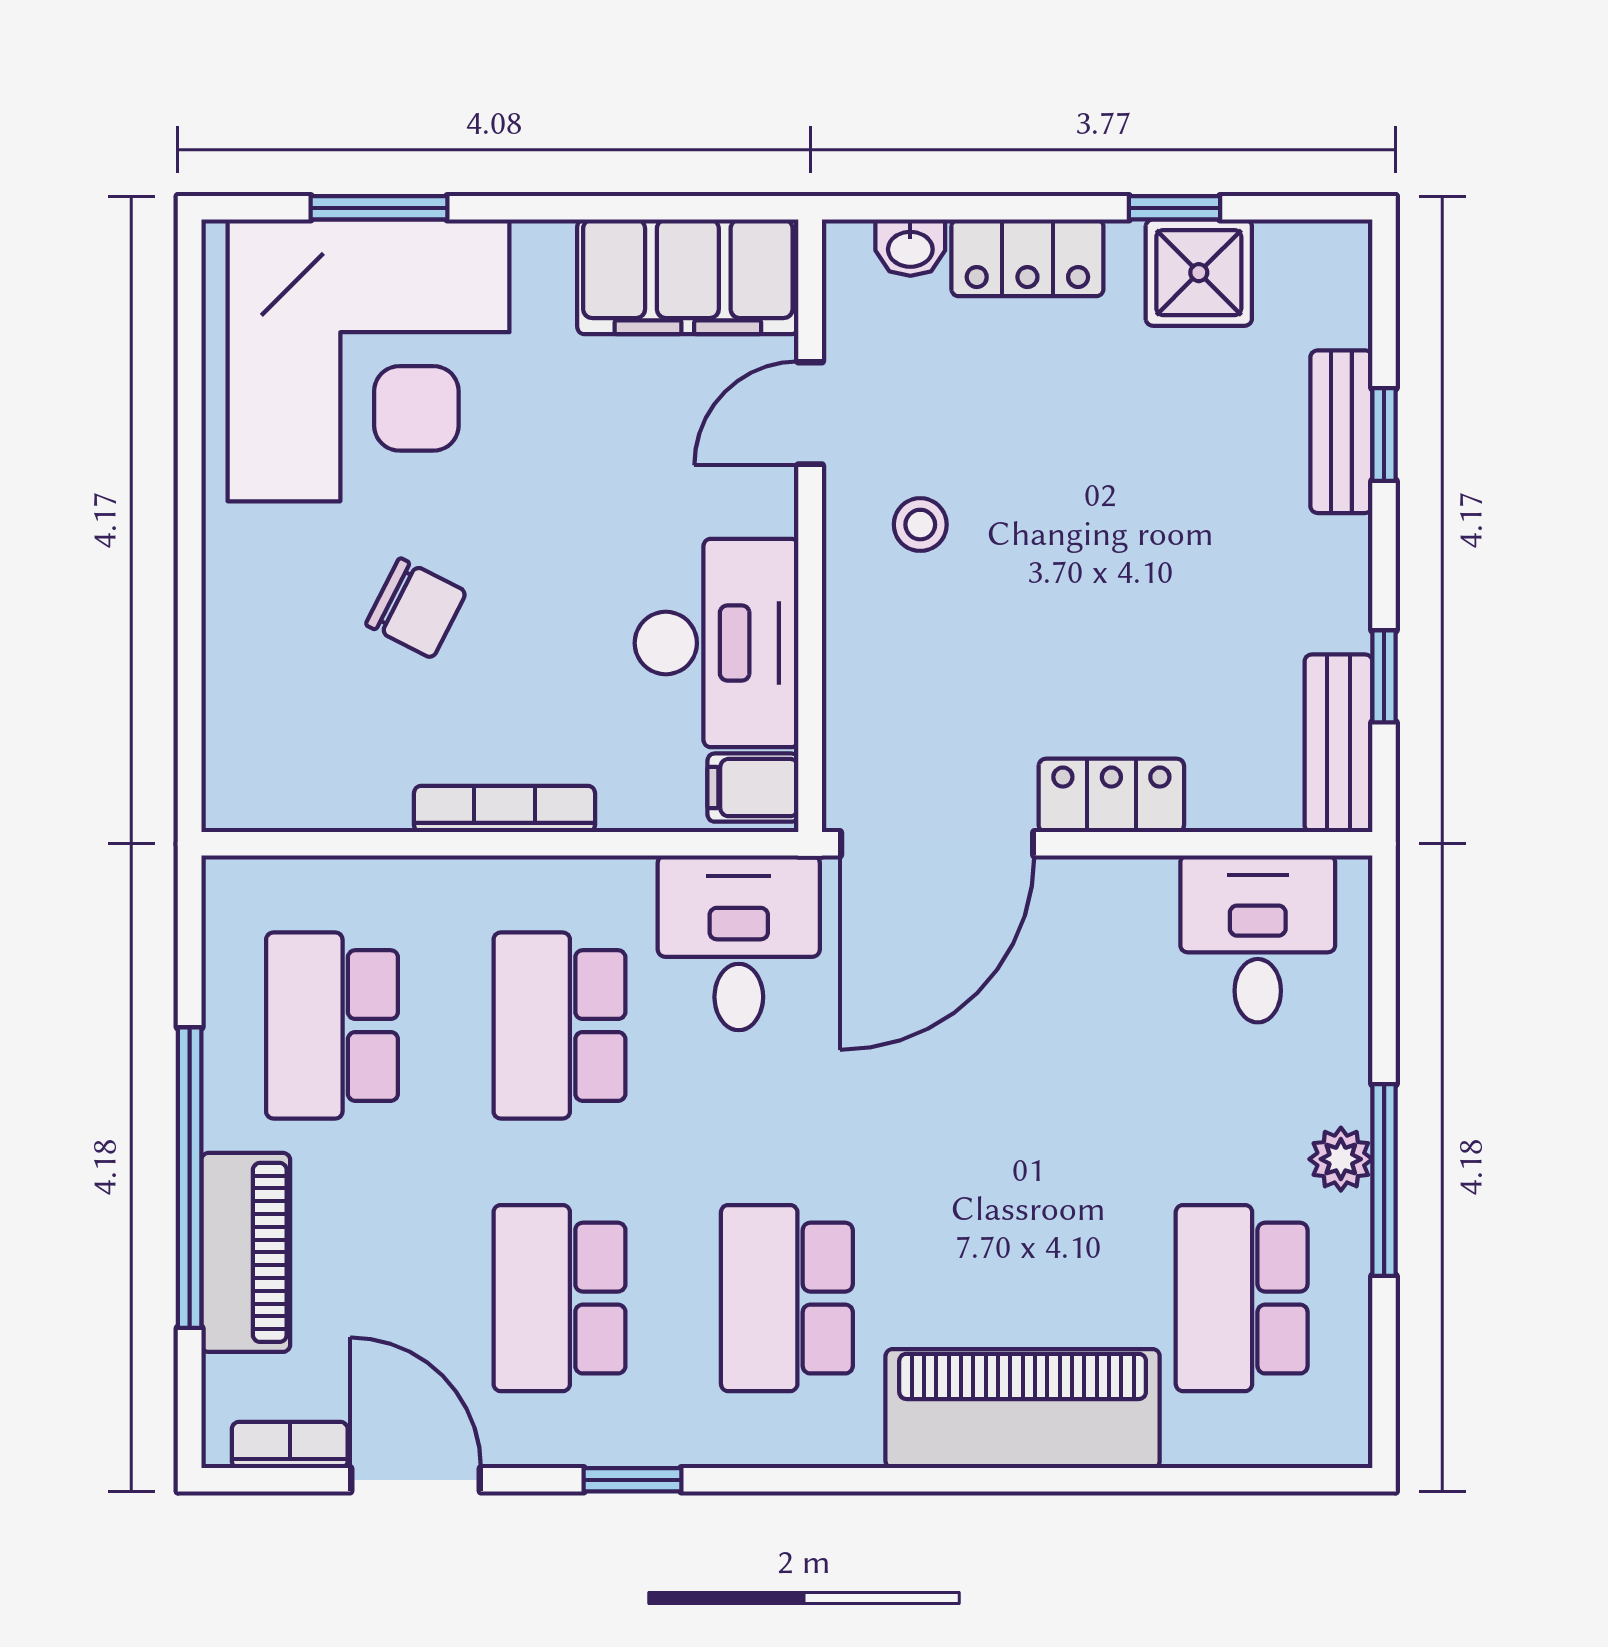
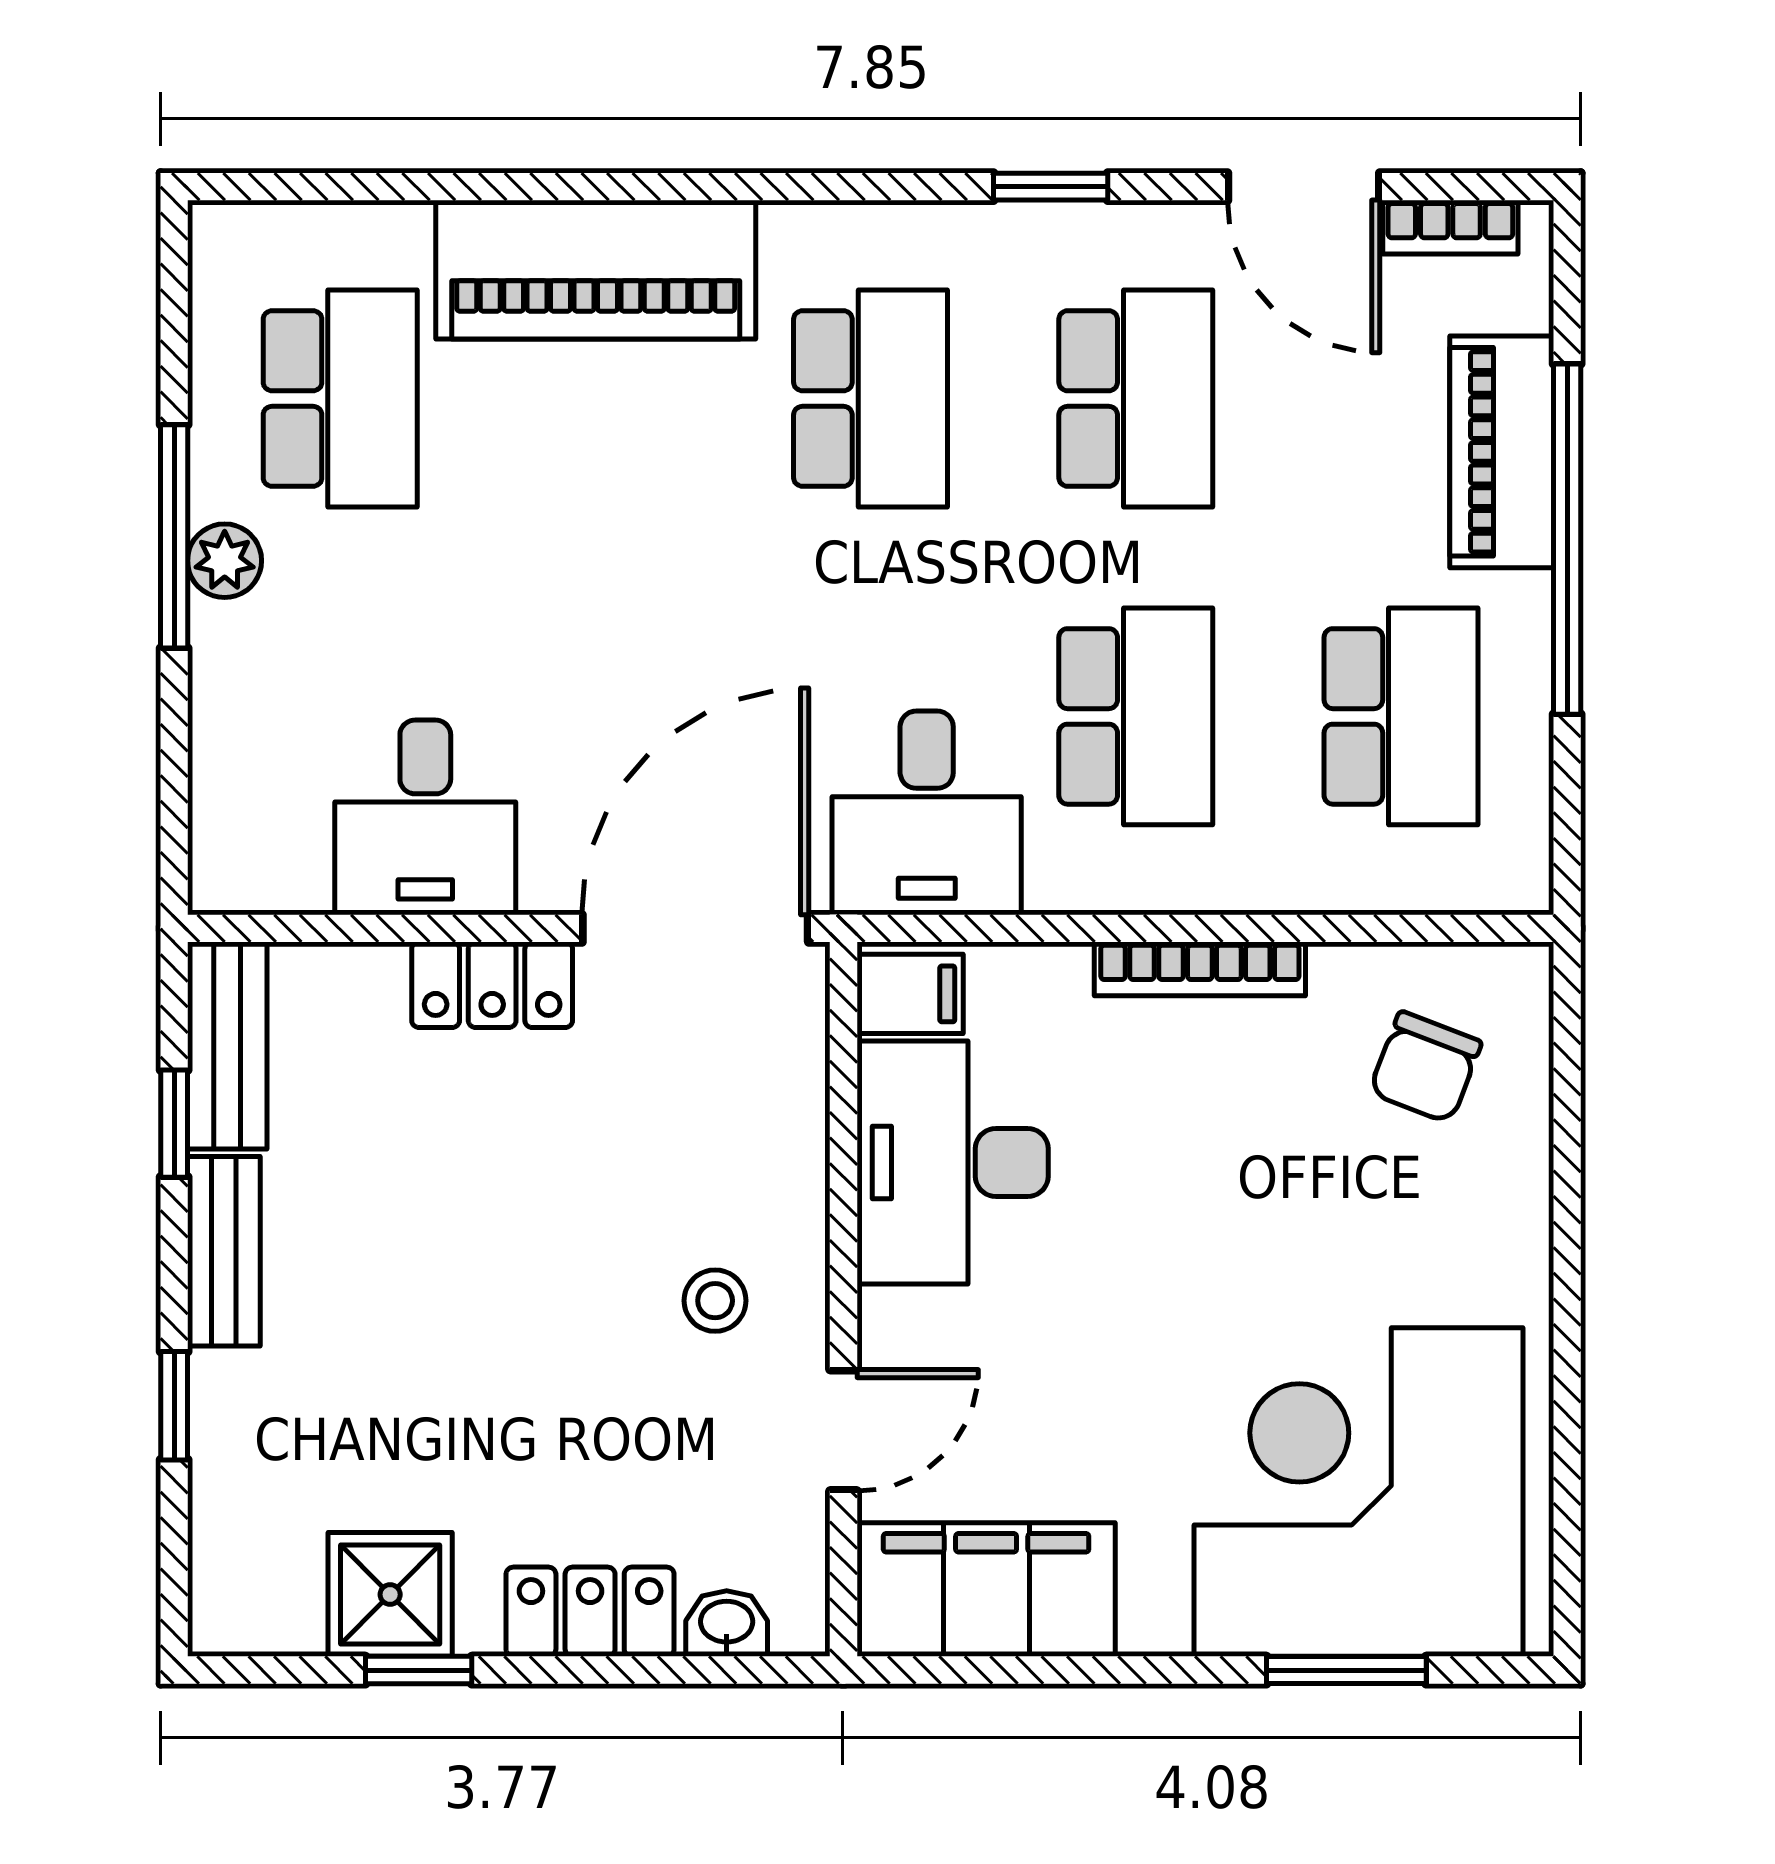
bench: (1341, 432) -> (224, 1251), moved
chair: (416, 608) -> (1425, 1067), moved, turned -96
desk: (1258, 939) -> (425, 817), moved

